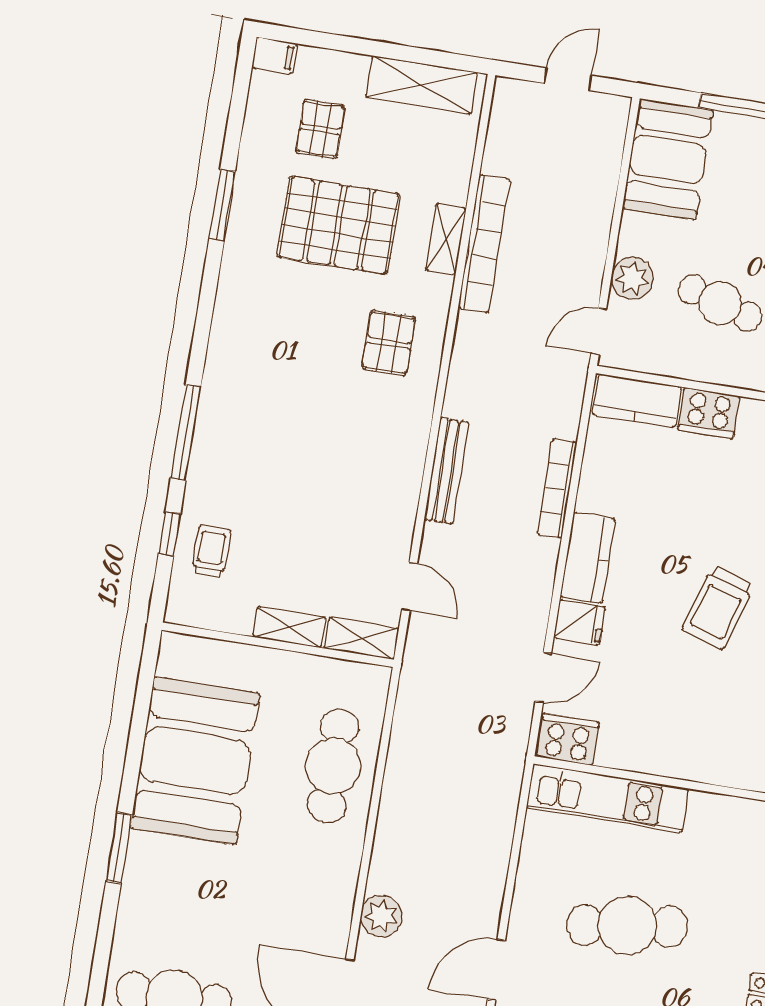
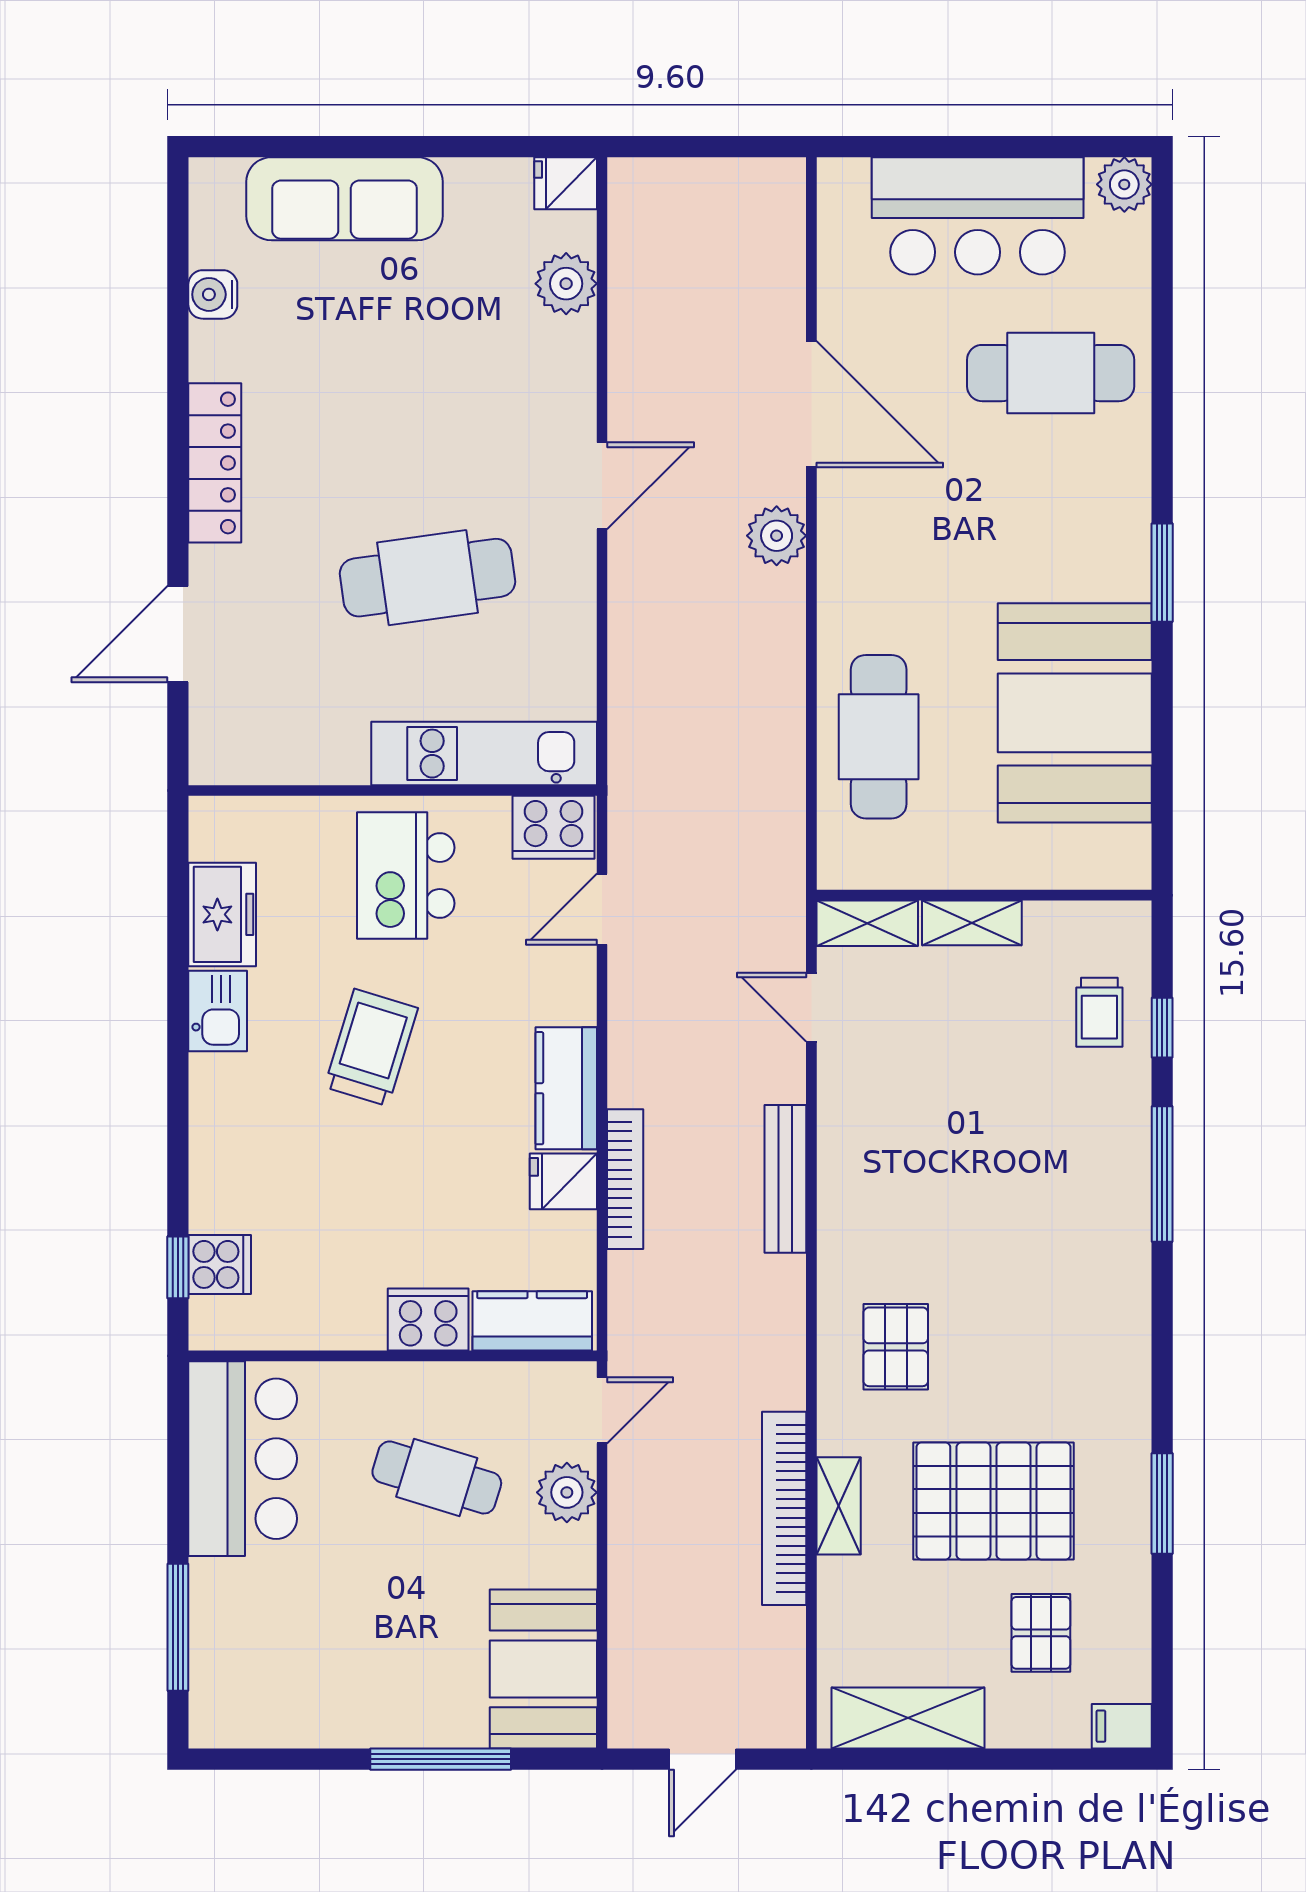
fridge: (579, 622) -> (563, 1181), moved
kitchen island: (675, 722) -> (406, 875), added

